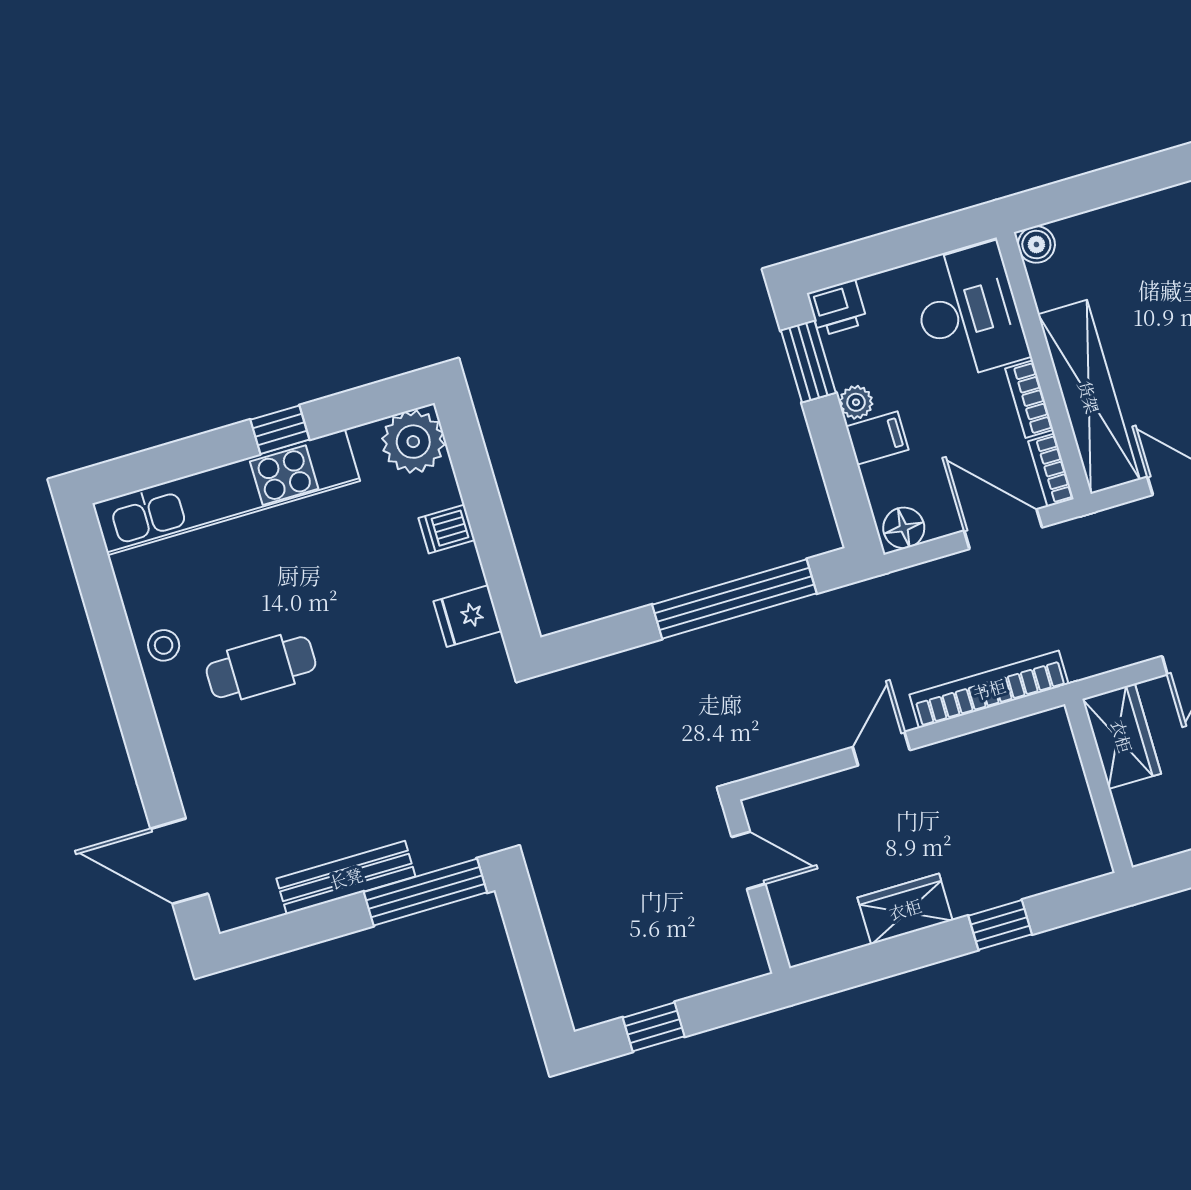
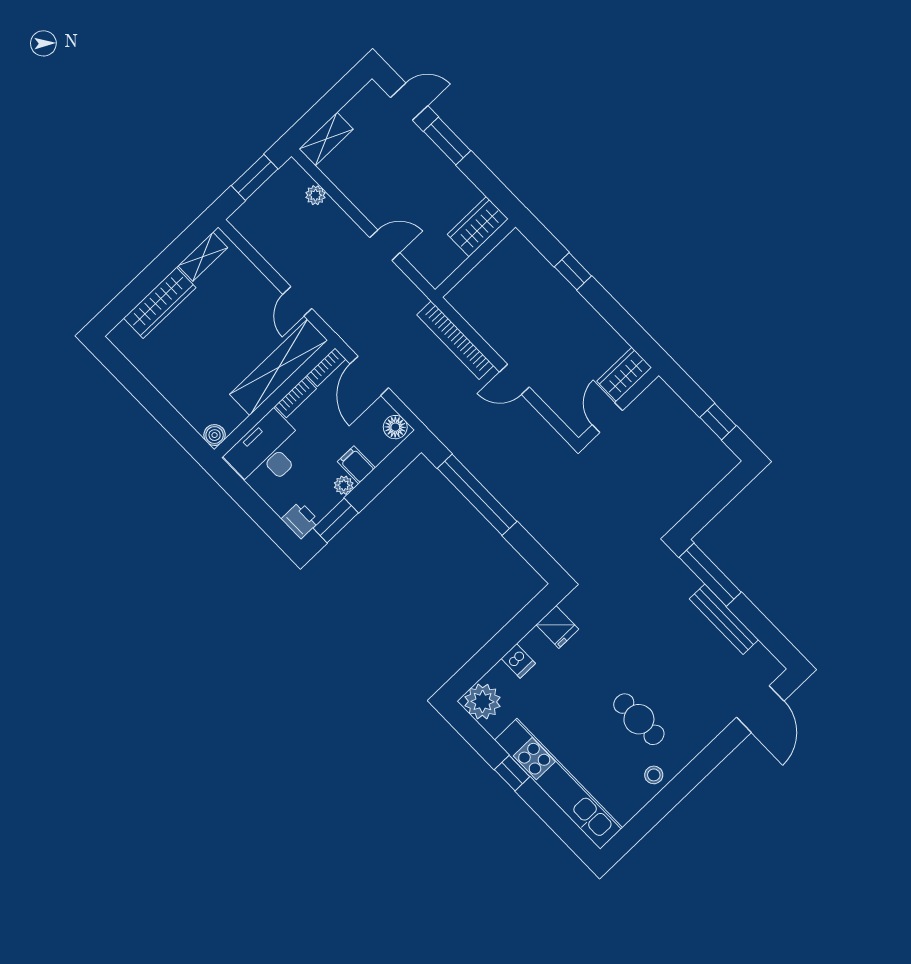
wardrobe: (1122, 736) -> (478, 227), moved
wardrobe: (905, 909) -> (624, 374), moved, turned 90

